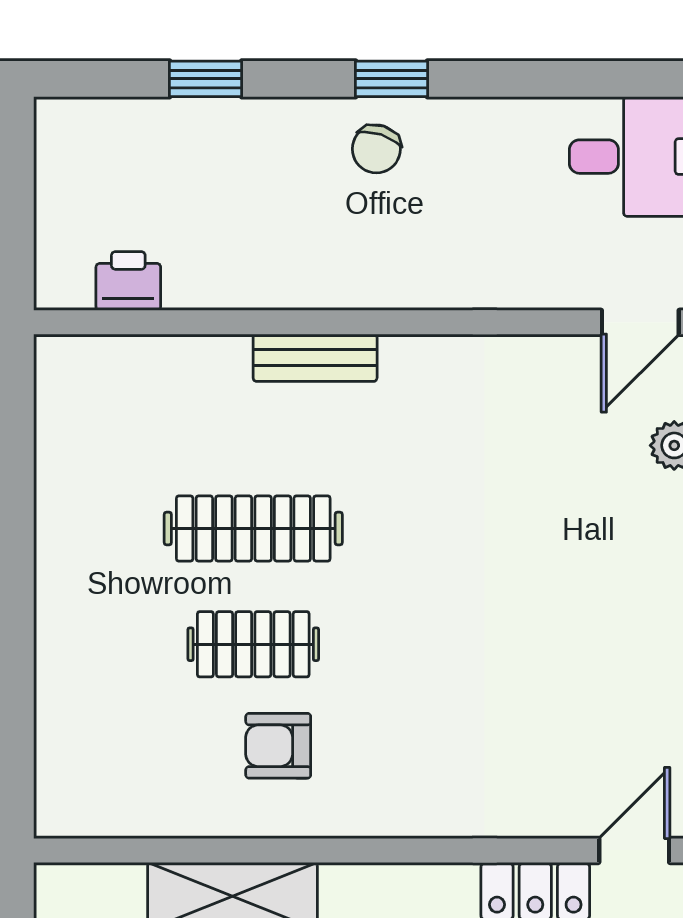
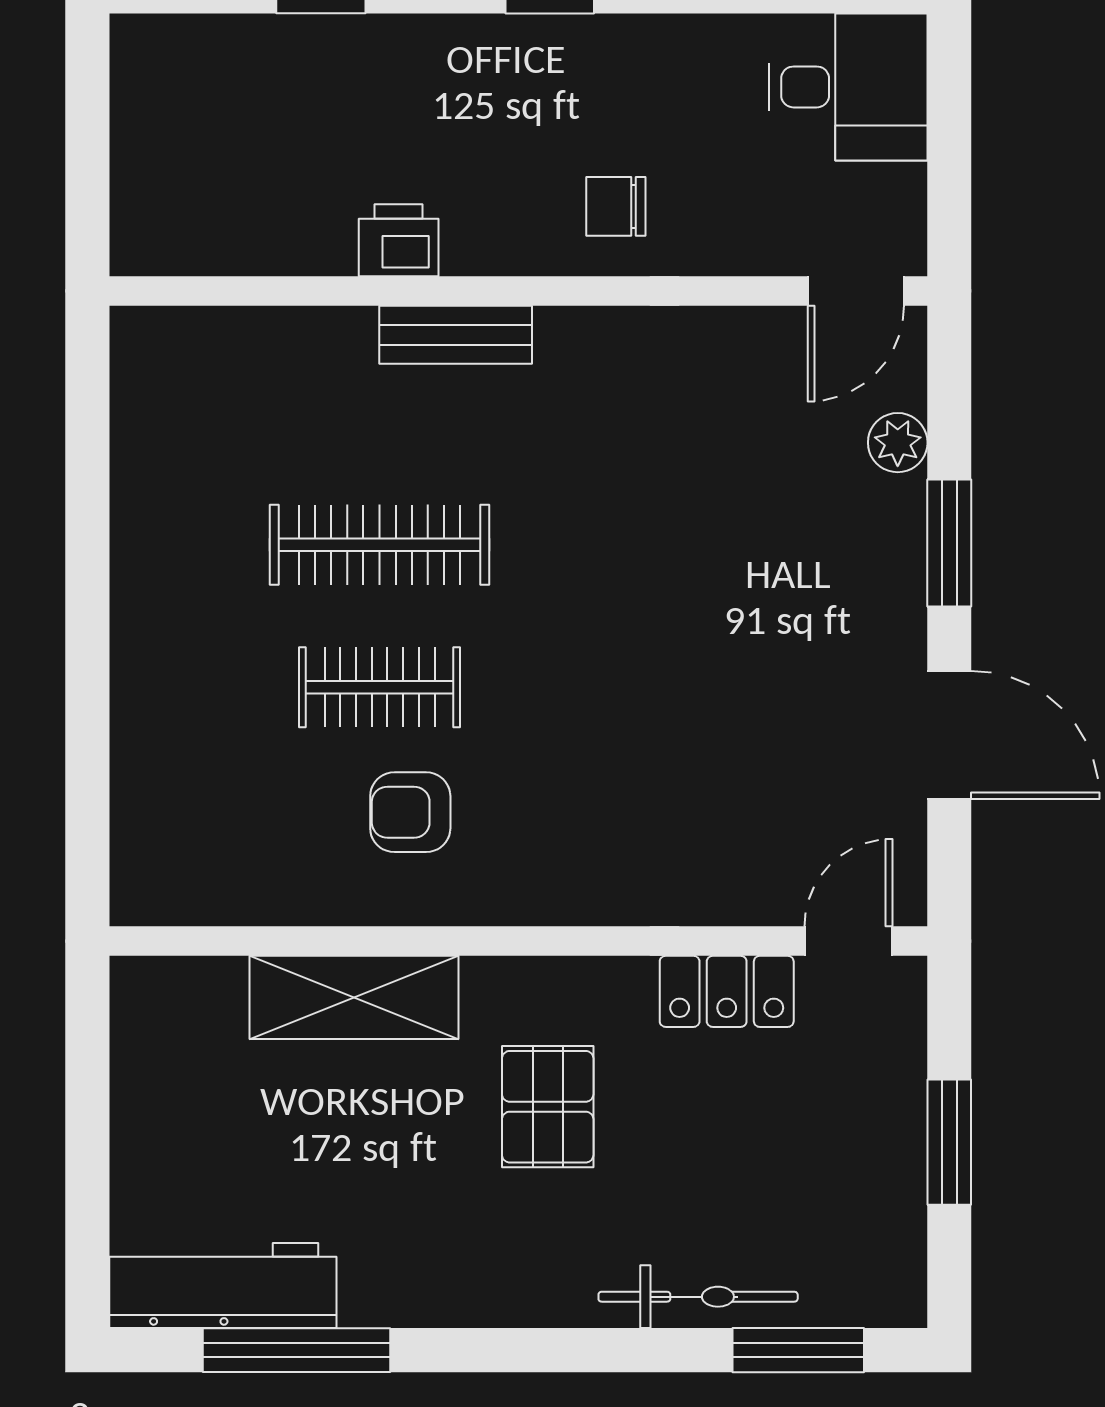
chair: (376, 149) -> (616, 206), moved, turned 72
printer: (128, 281) -> (399, 240), moved

